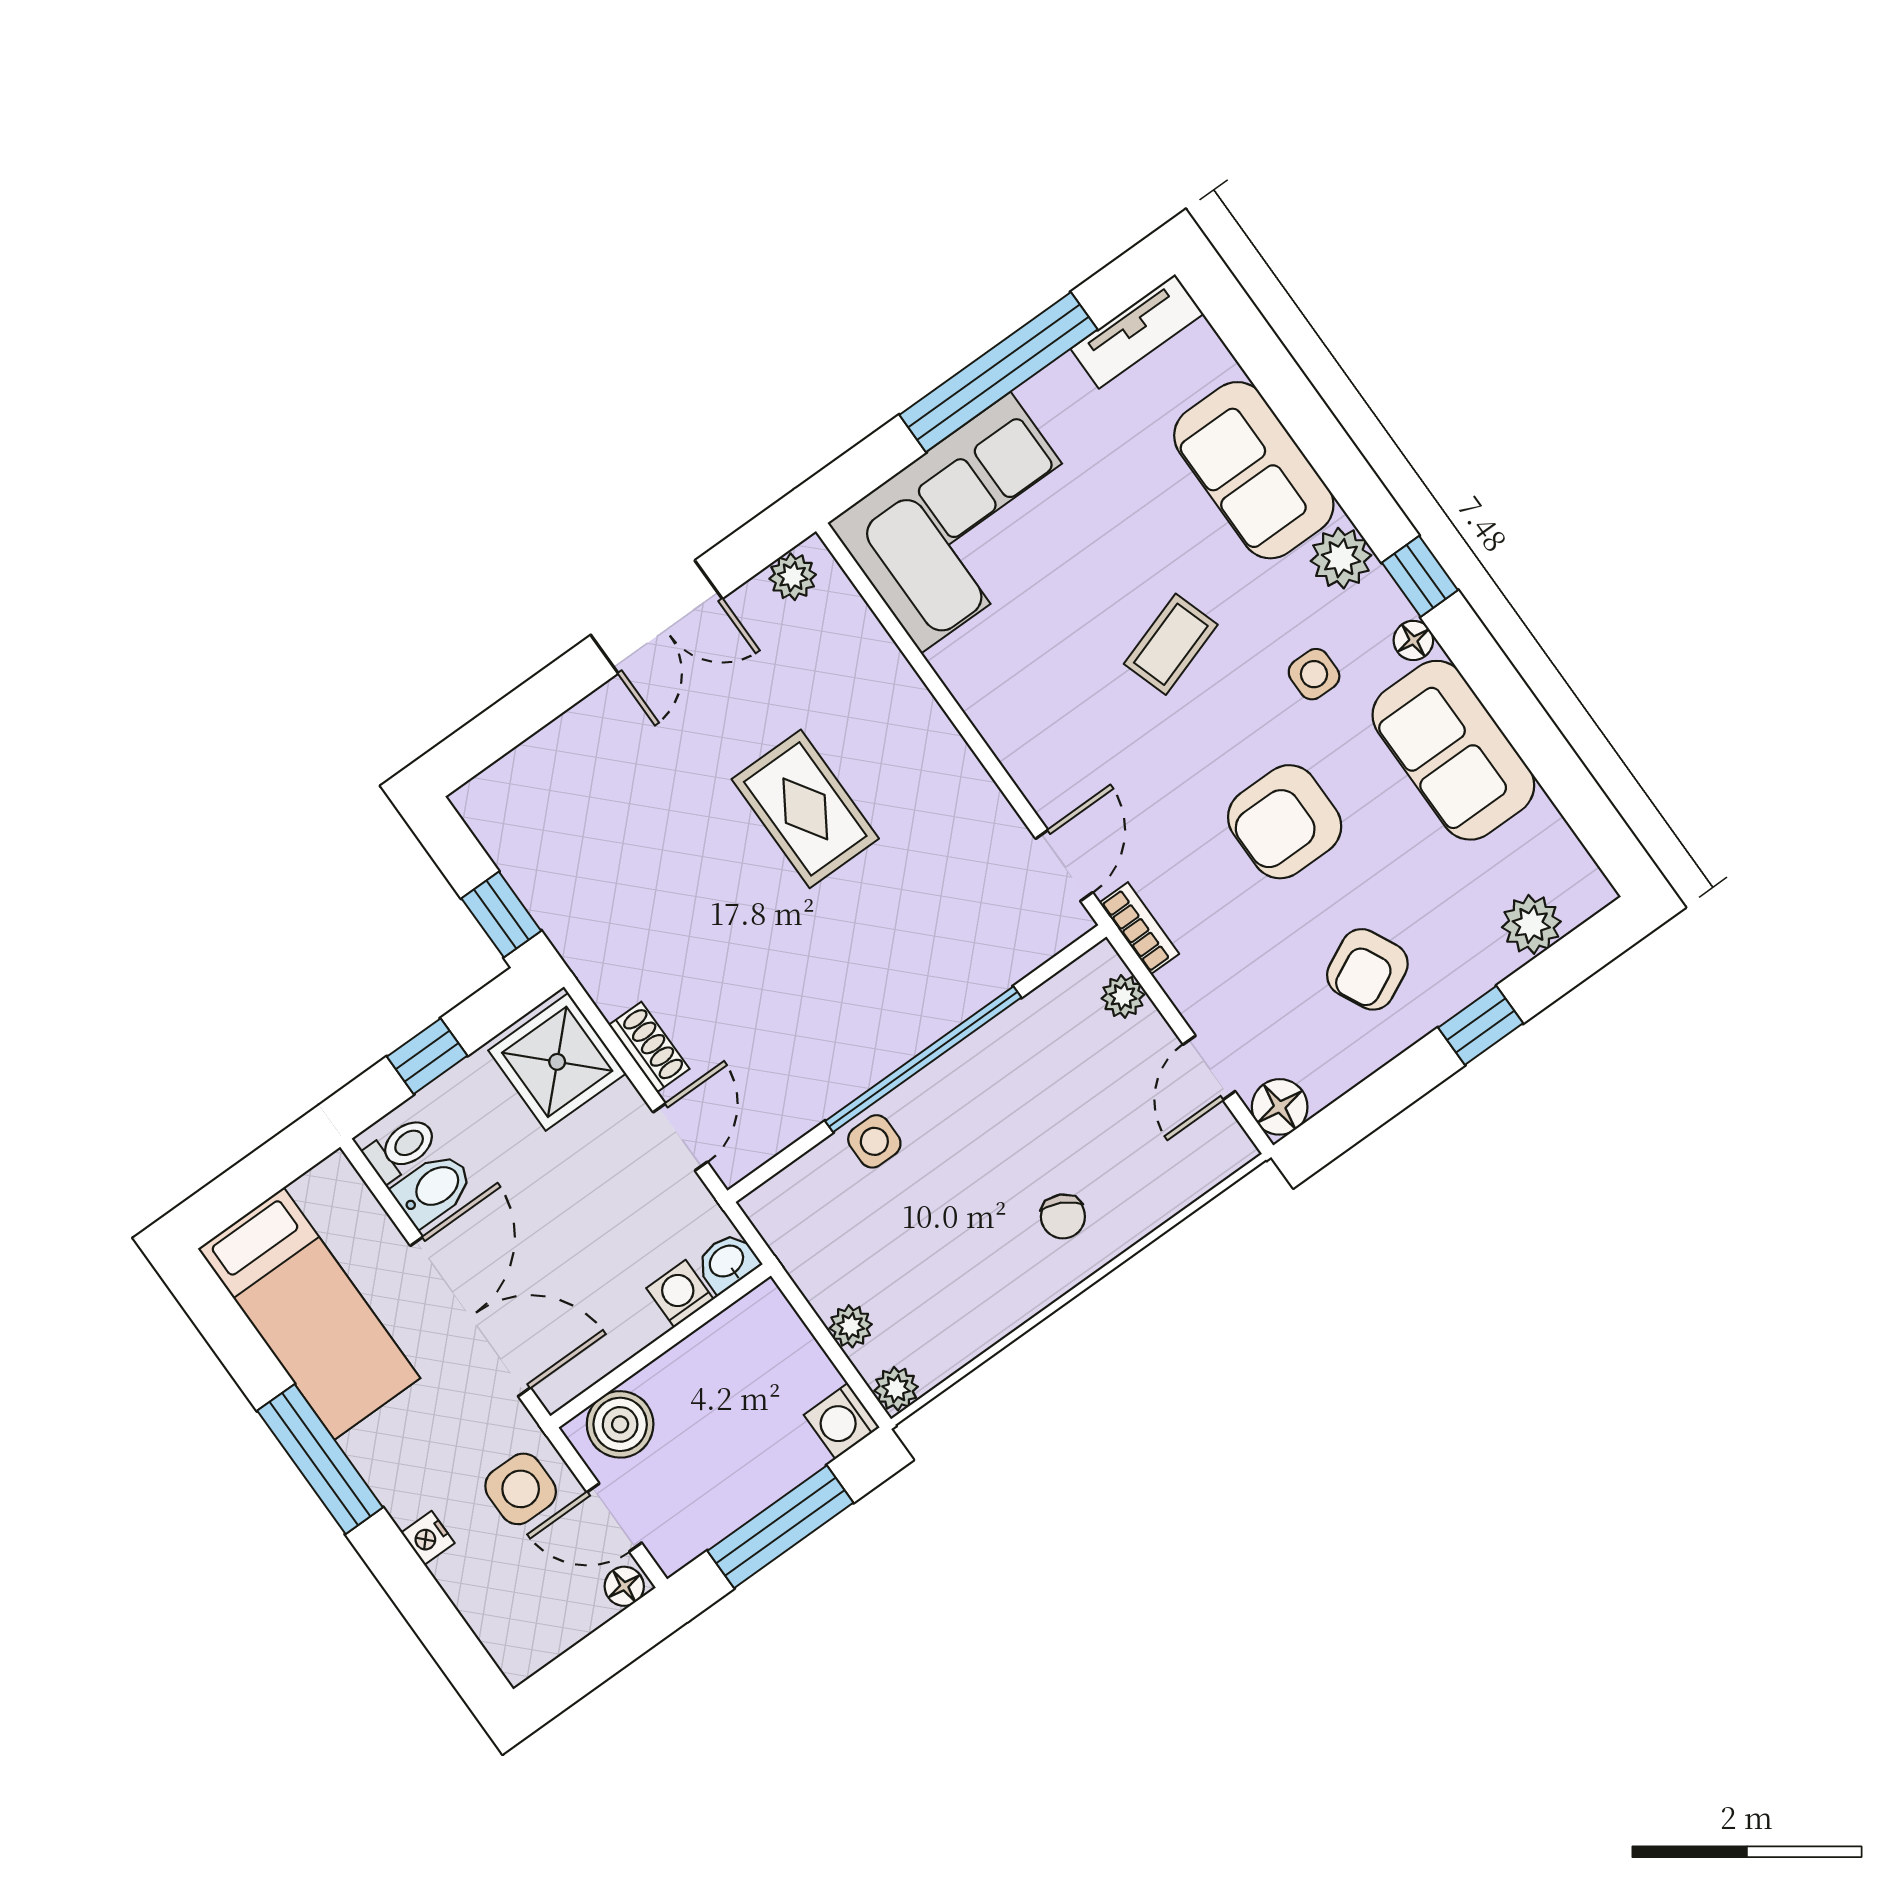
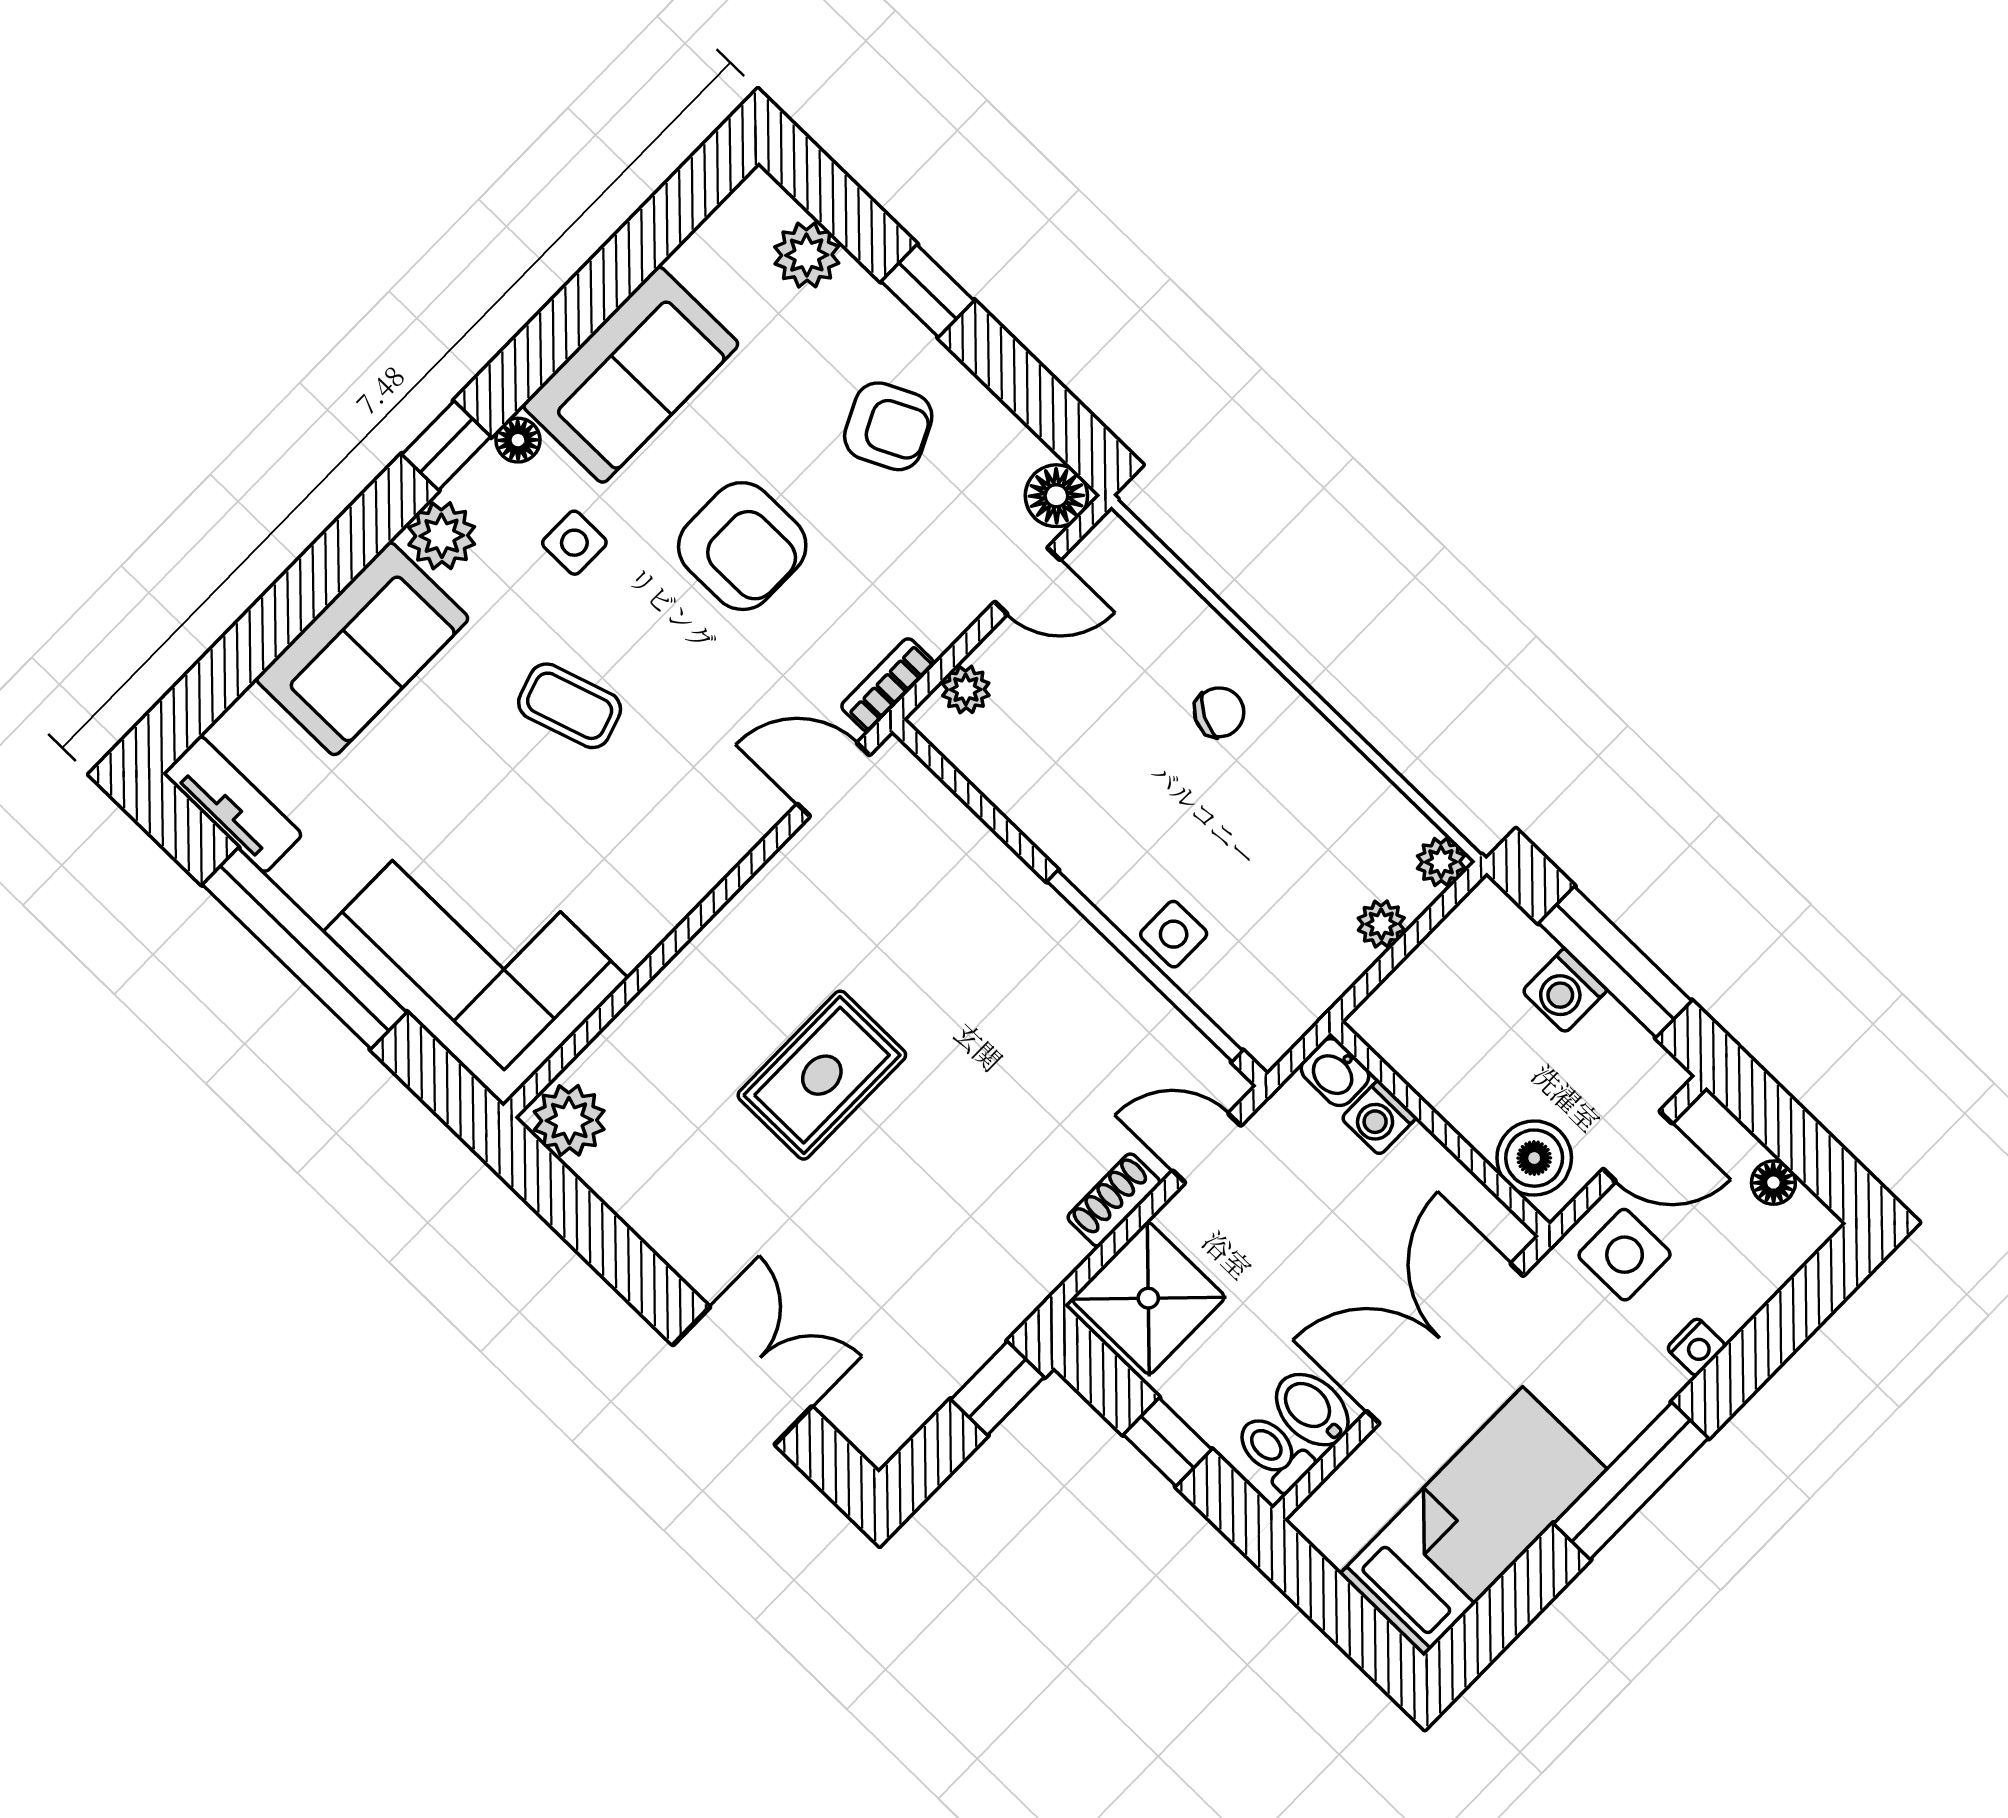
plant: (793, 577) -> (569, 1120), width x1.38, depth x1.38
double door: (657, 617) -> (742, 1376), moved
window: (923, 1059) -> (1145, 966), moved
washing machine: (842, 1421) -> (1565, 991), moved, turned 90
door: (614, 1517) -> (1638, 1146), hinge flipped
floor lamp: (624, 1586) -> (1773, 1183), moved

